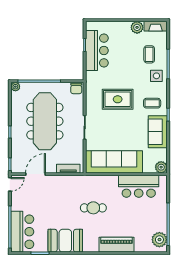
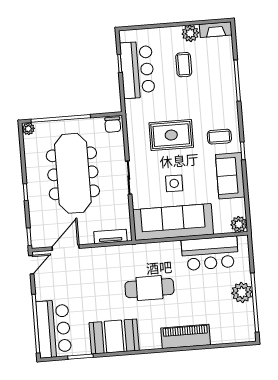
coffee table: (149, 54) -> (184, 65), moved
side table: (156, 76) -> (174, 183), moved
cafe table: (93, 208) -> (149, 288), width x1.37, depth x1.35
plant: (159, 240) -> (242, 292), moved

